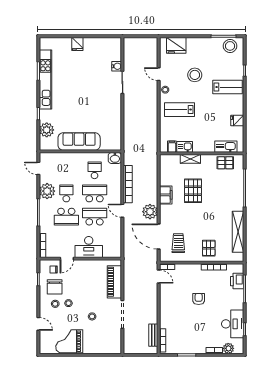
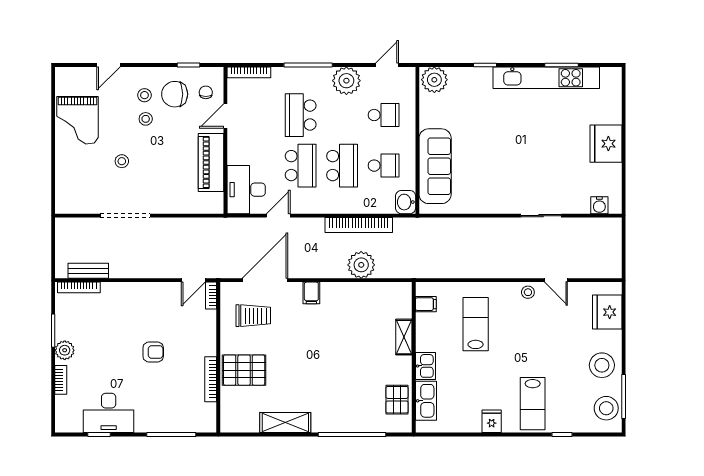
fridge: (77, 44) -> (606, 144), width x1.88, depth x1.34
water cooler: (117, 66) -> (599, 205), moved
door: (159, 74) -> (556, 280), swing flipped
stool: (195, 75) -> (602, 365), moved
lab bench: (180, 110) -> (476, 324), moved
fridge: (237, 121) -> (492, 421), moved
plant: (47, 130) -> (434, 80), moved
sofa: (79, 142) -> (435, 166), moved
kitchen sink: (185, 147) -> (425, 366), moved
pallet: (193, 191) -> (347, 342), removed
school desk: (66, 193) -> (384, 115), moved
filing cabinet: (166, 195) -> (311, 293), moved, width x0.50
door: (122, 211) -> (278, 216), moved
plant: (150, 212) -> (361, 265), moved
shelving: (238, 232) -> (285, 423), width x0.68
desk: (89, 247) -> (246, 190), moved
pallet: (209, 248) -> (244, 370), width x1.50, depth x1.42
door: (67, 259) -> (225, 116), hinge flipped
printer: (237, 281) -> (185, 421), removed
piano: (114, 282) -> (211, 162), moved, turned -90
grand piano: (69, 341) -> (77, 120), turned 180
plant: (228, 348) -> (65, 350), moved

